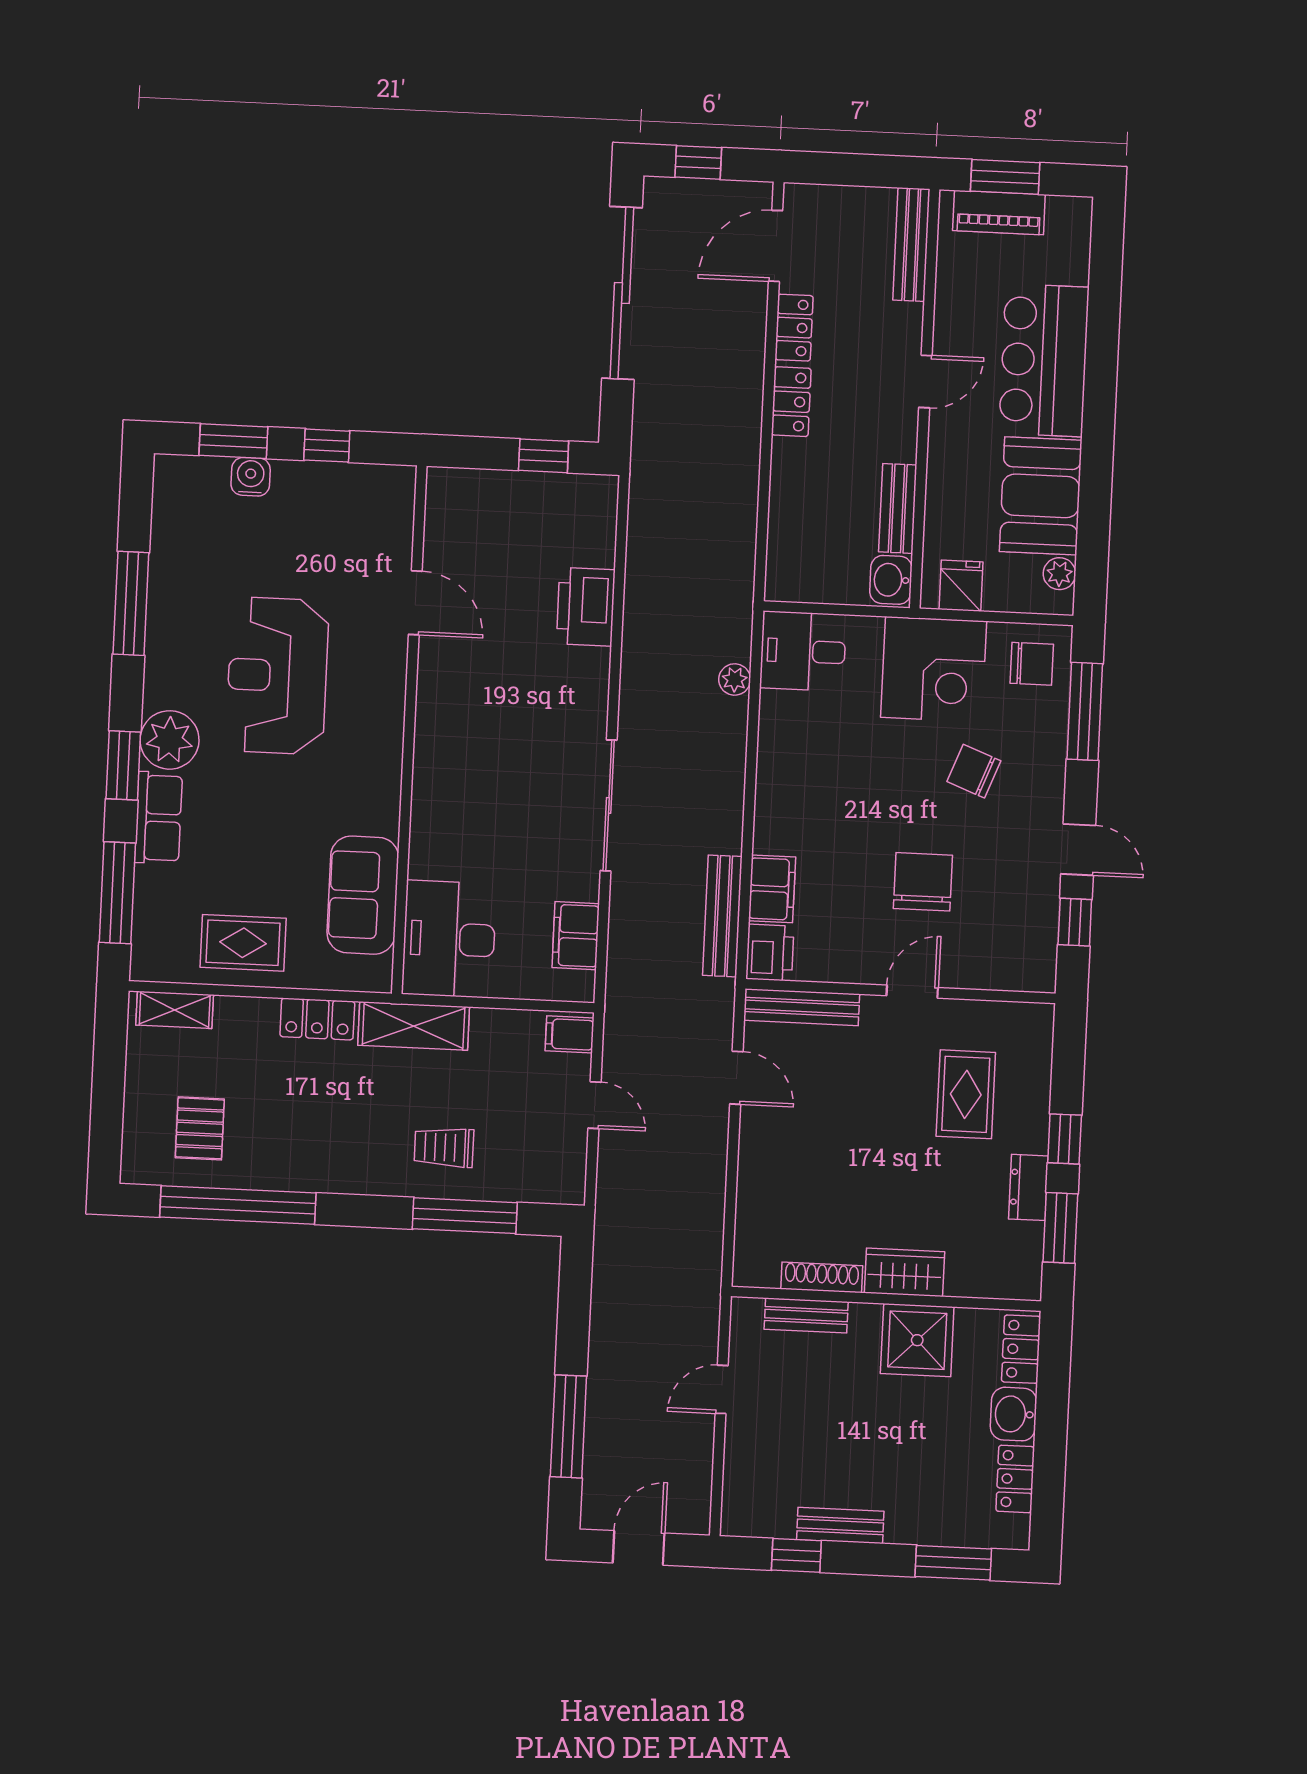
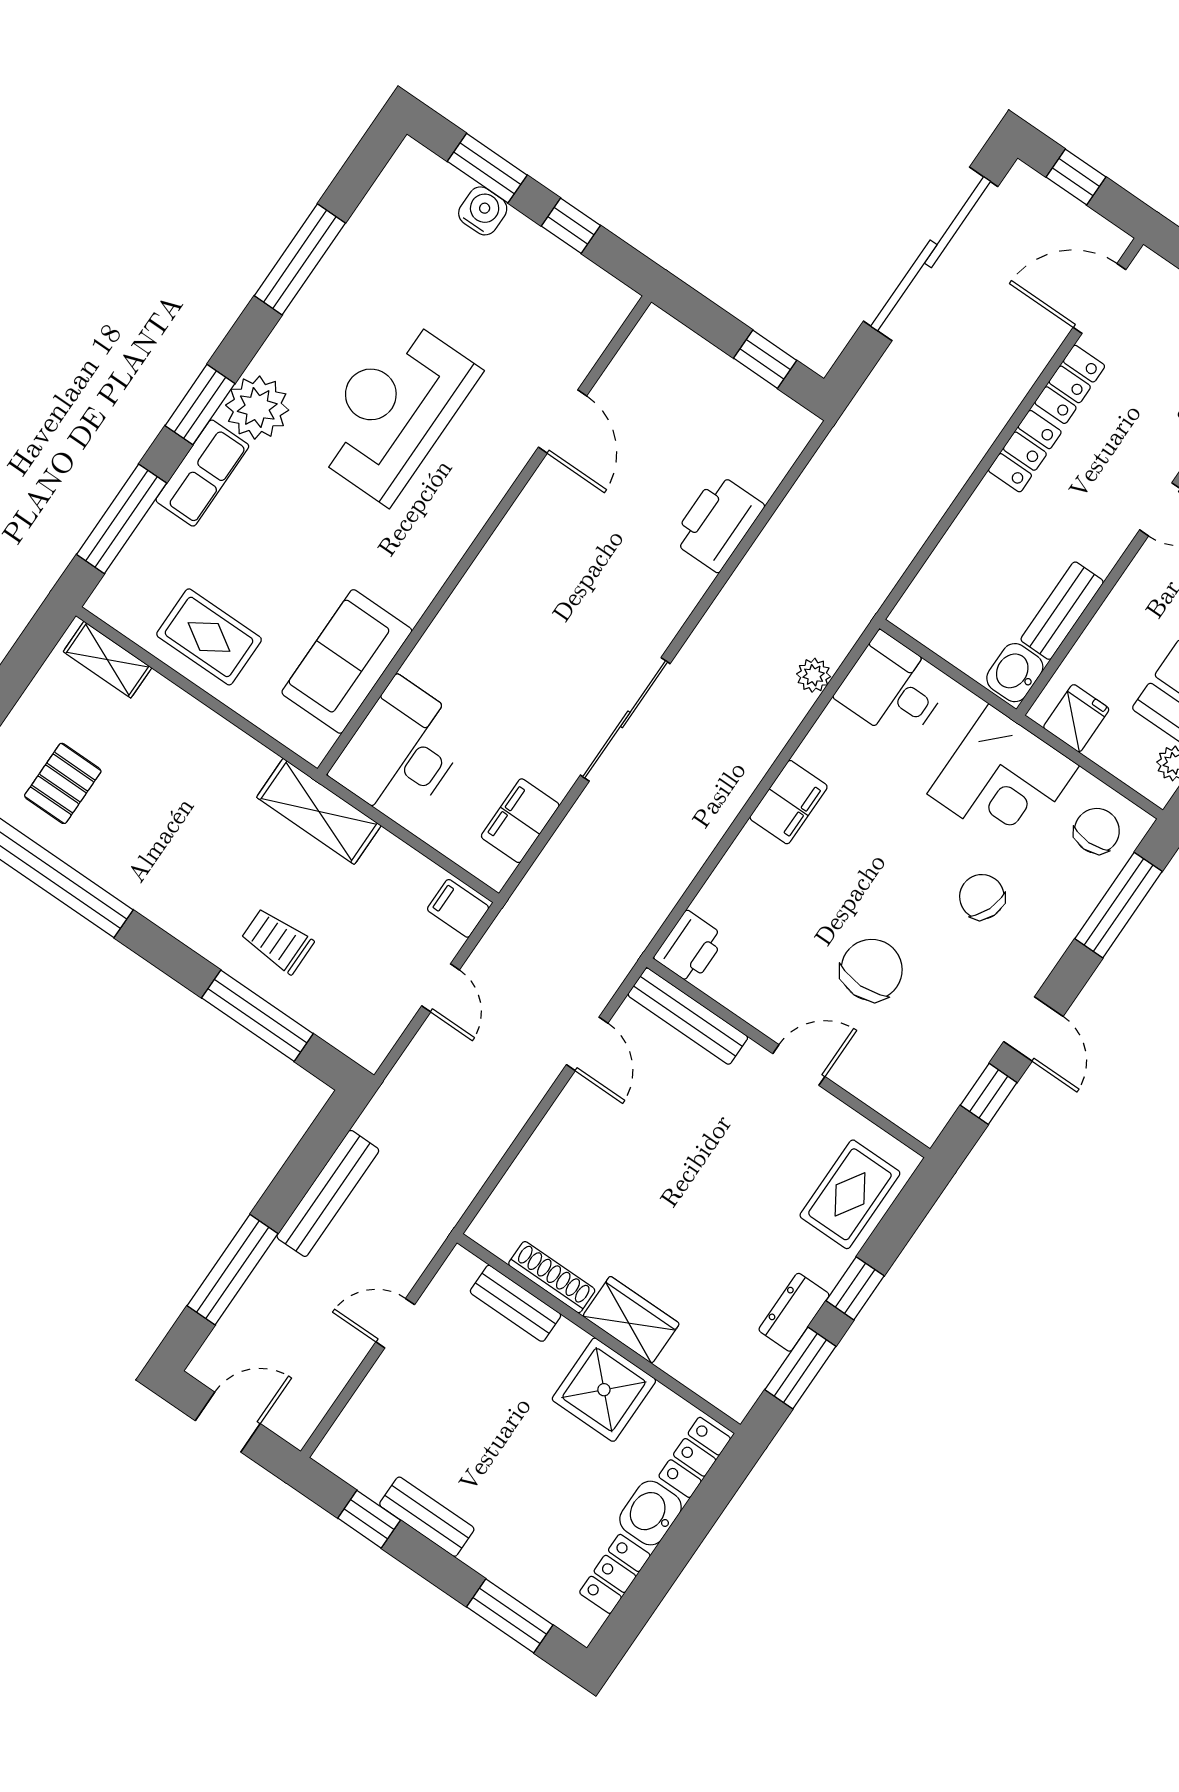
chair: (1032, 664) -> (1097, 831), turned -90
filing cabinet: (772, 889) -> (789, 802), moved
bench: (722, 916) -> (328, 1193), moved
locker: (317, 1019) -> (234, 750), removed
rug: (966, 1094) -> (850, 1194), moved

